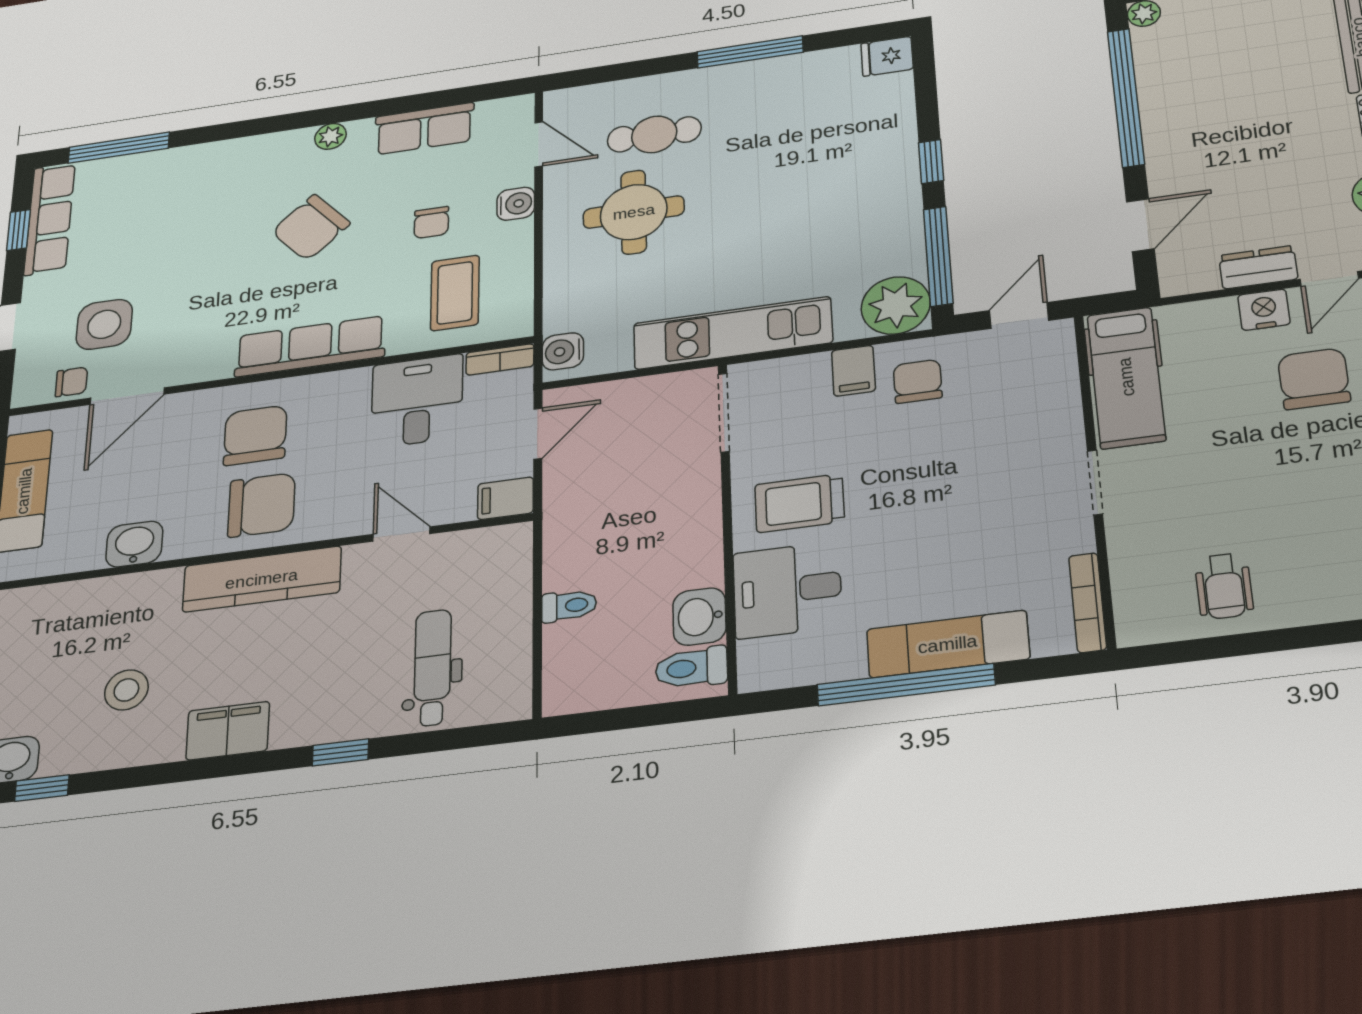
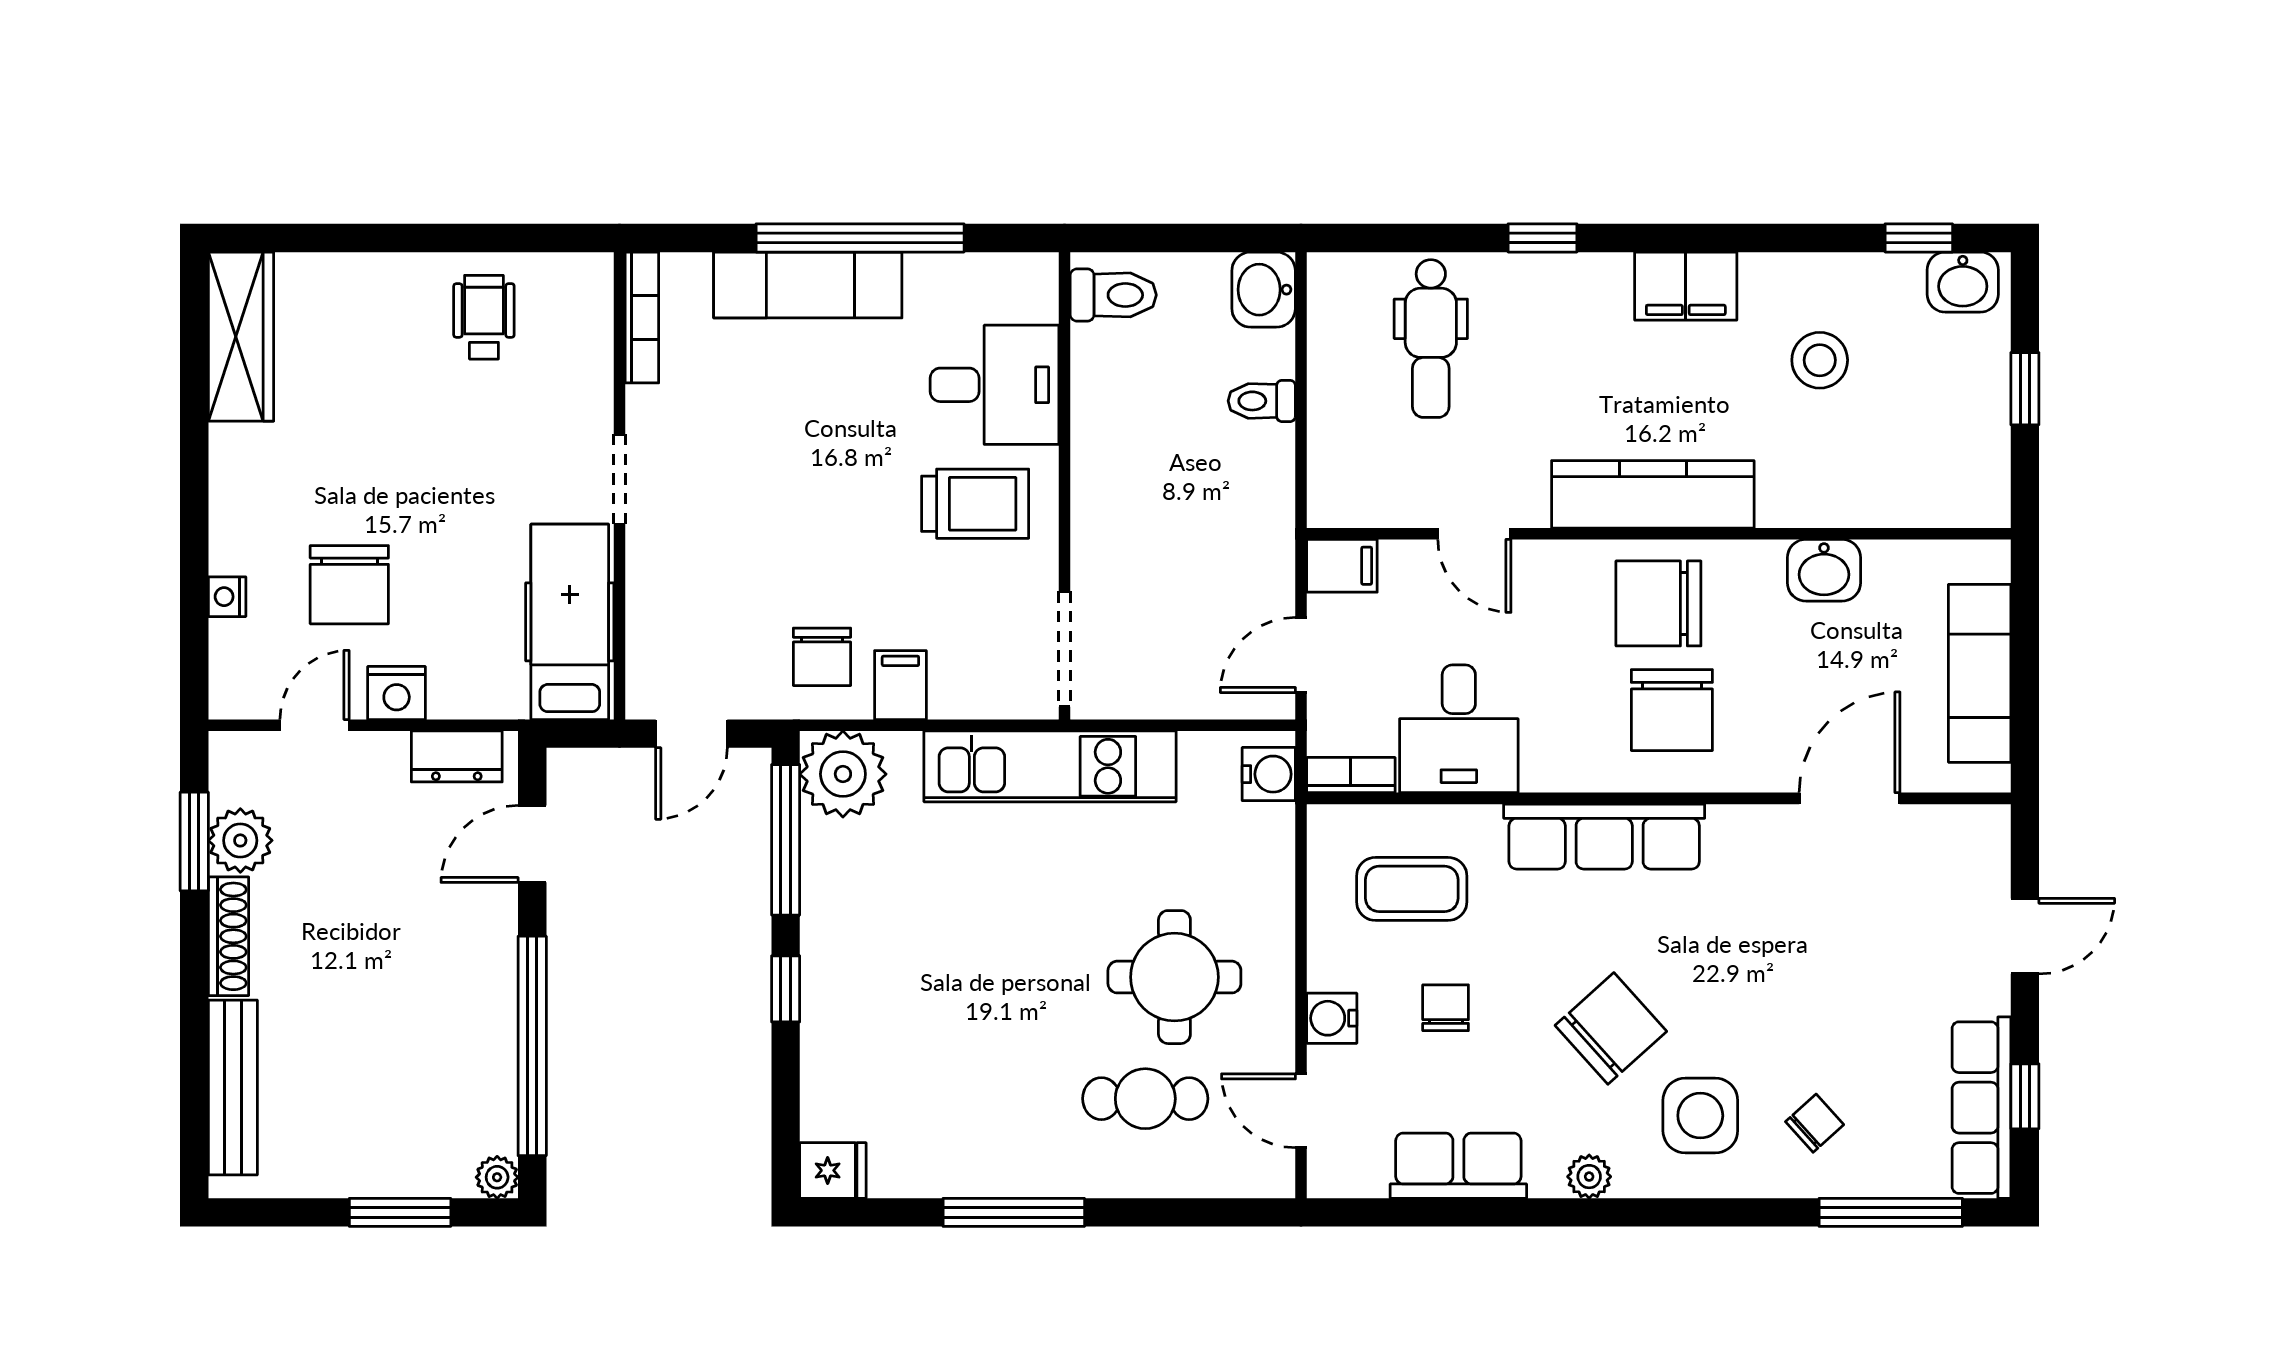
dresser: (1258, 267) -> (457, 756), moved
coffee table: (455, 293) -> (1412, 889), turned 90
side table: (104, 324) -> (1700, 1116), moved
chair: (71, 382) -> (1815, 1123), moved, turned 138
washbasin: (699, 617) -> (1264, 290), moved, turned 180

